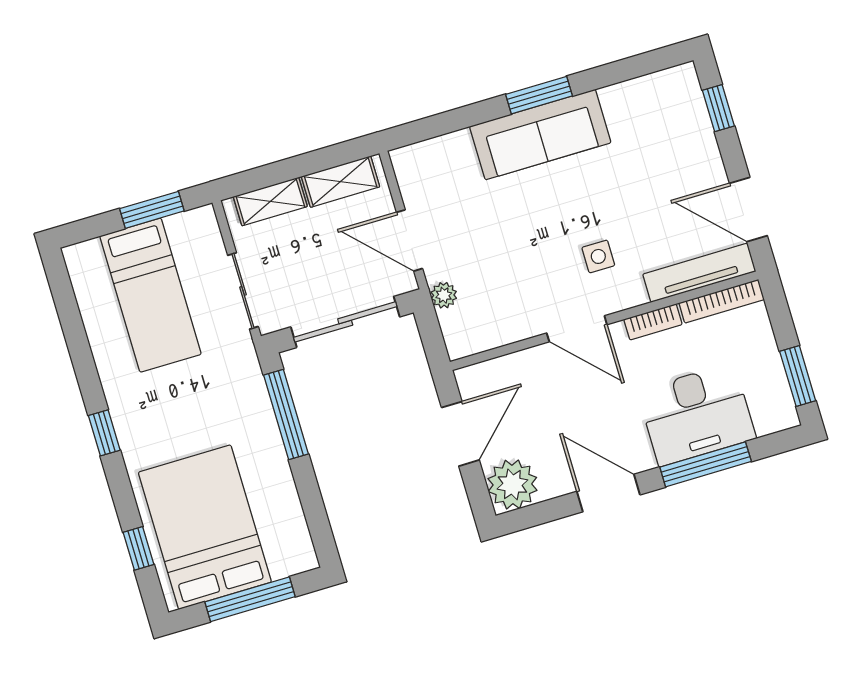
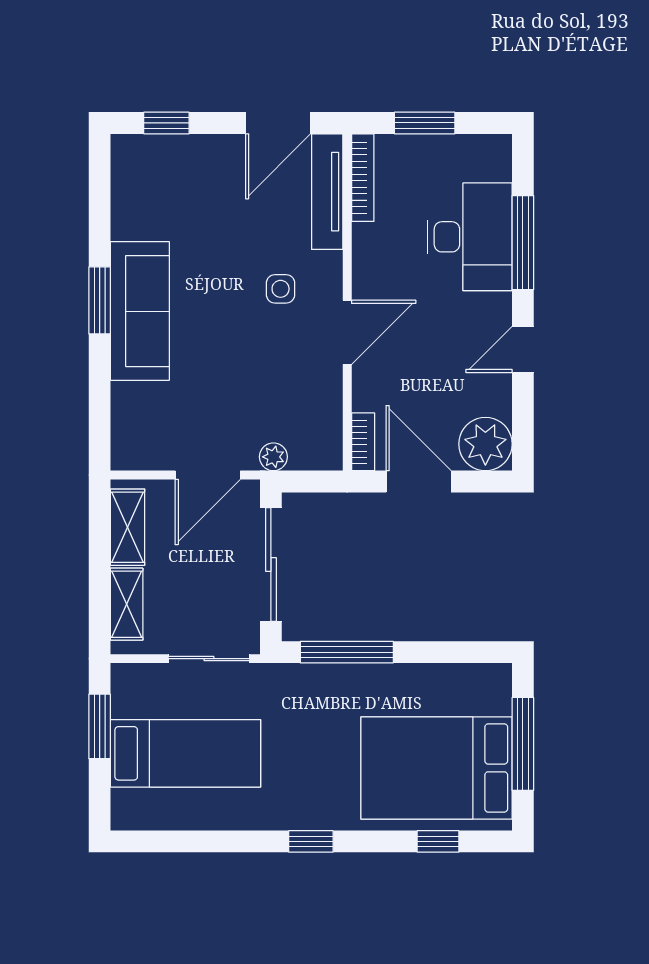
bookcase: (653, 322) -> (363, 442), moved
window: (798, 376) -> (425, 123), moved
door: (608, 493) -> (523, 350), width x0.73

